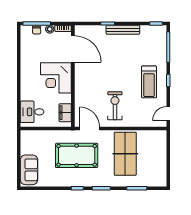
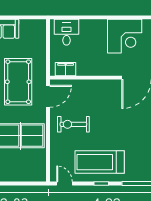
corner desk: (56, 78) -> (125, 36), moved, turned 180
treadmill: (149, 82) -> (100, 162), width x1.37, depth x1.38
exercise bike: (115, 106) -> (73, 124), turned 180

